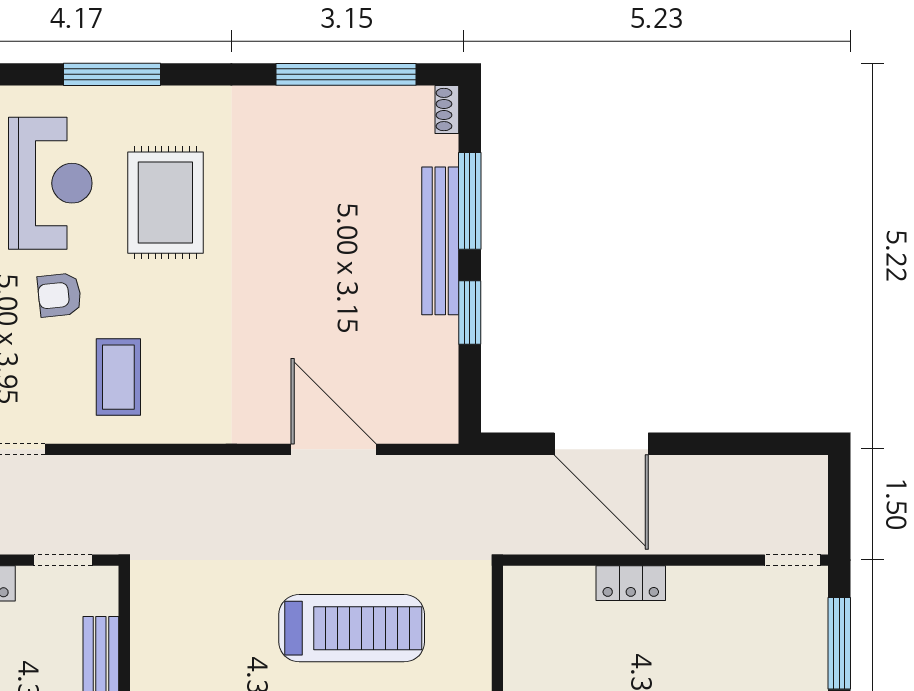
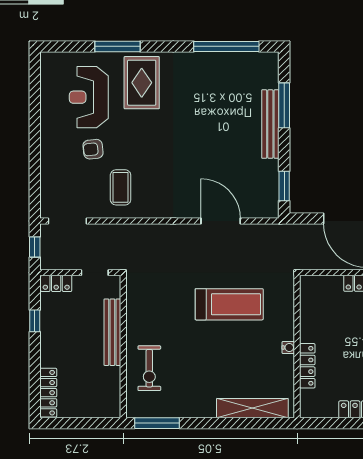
shoe rack: (447, 110) -> (273, 63), removed
reception desk: (50, 183) -> (89, 97), turned 180
rug: (165, 203) -> (142, 83), moved
window: (470, 312) -> (284, 186), moved

